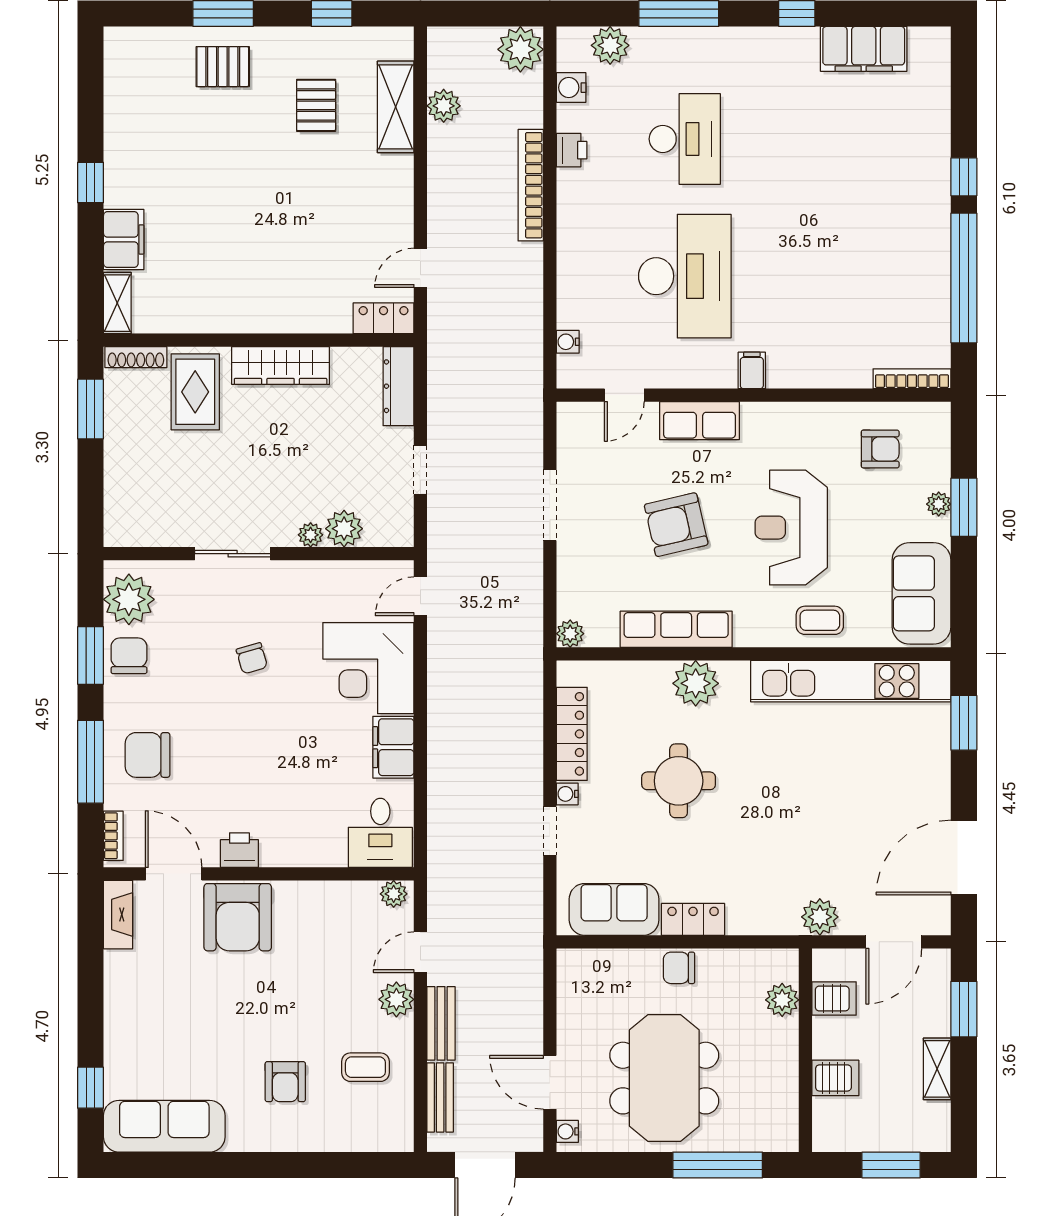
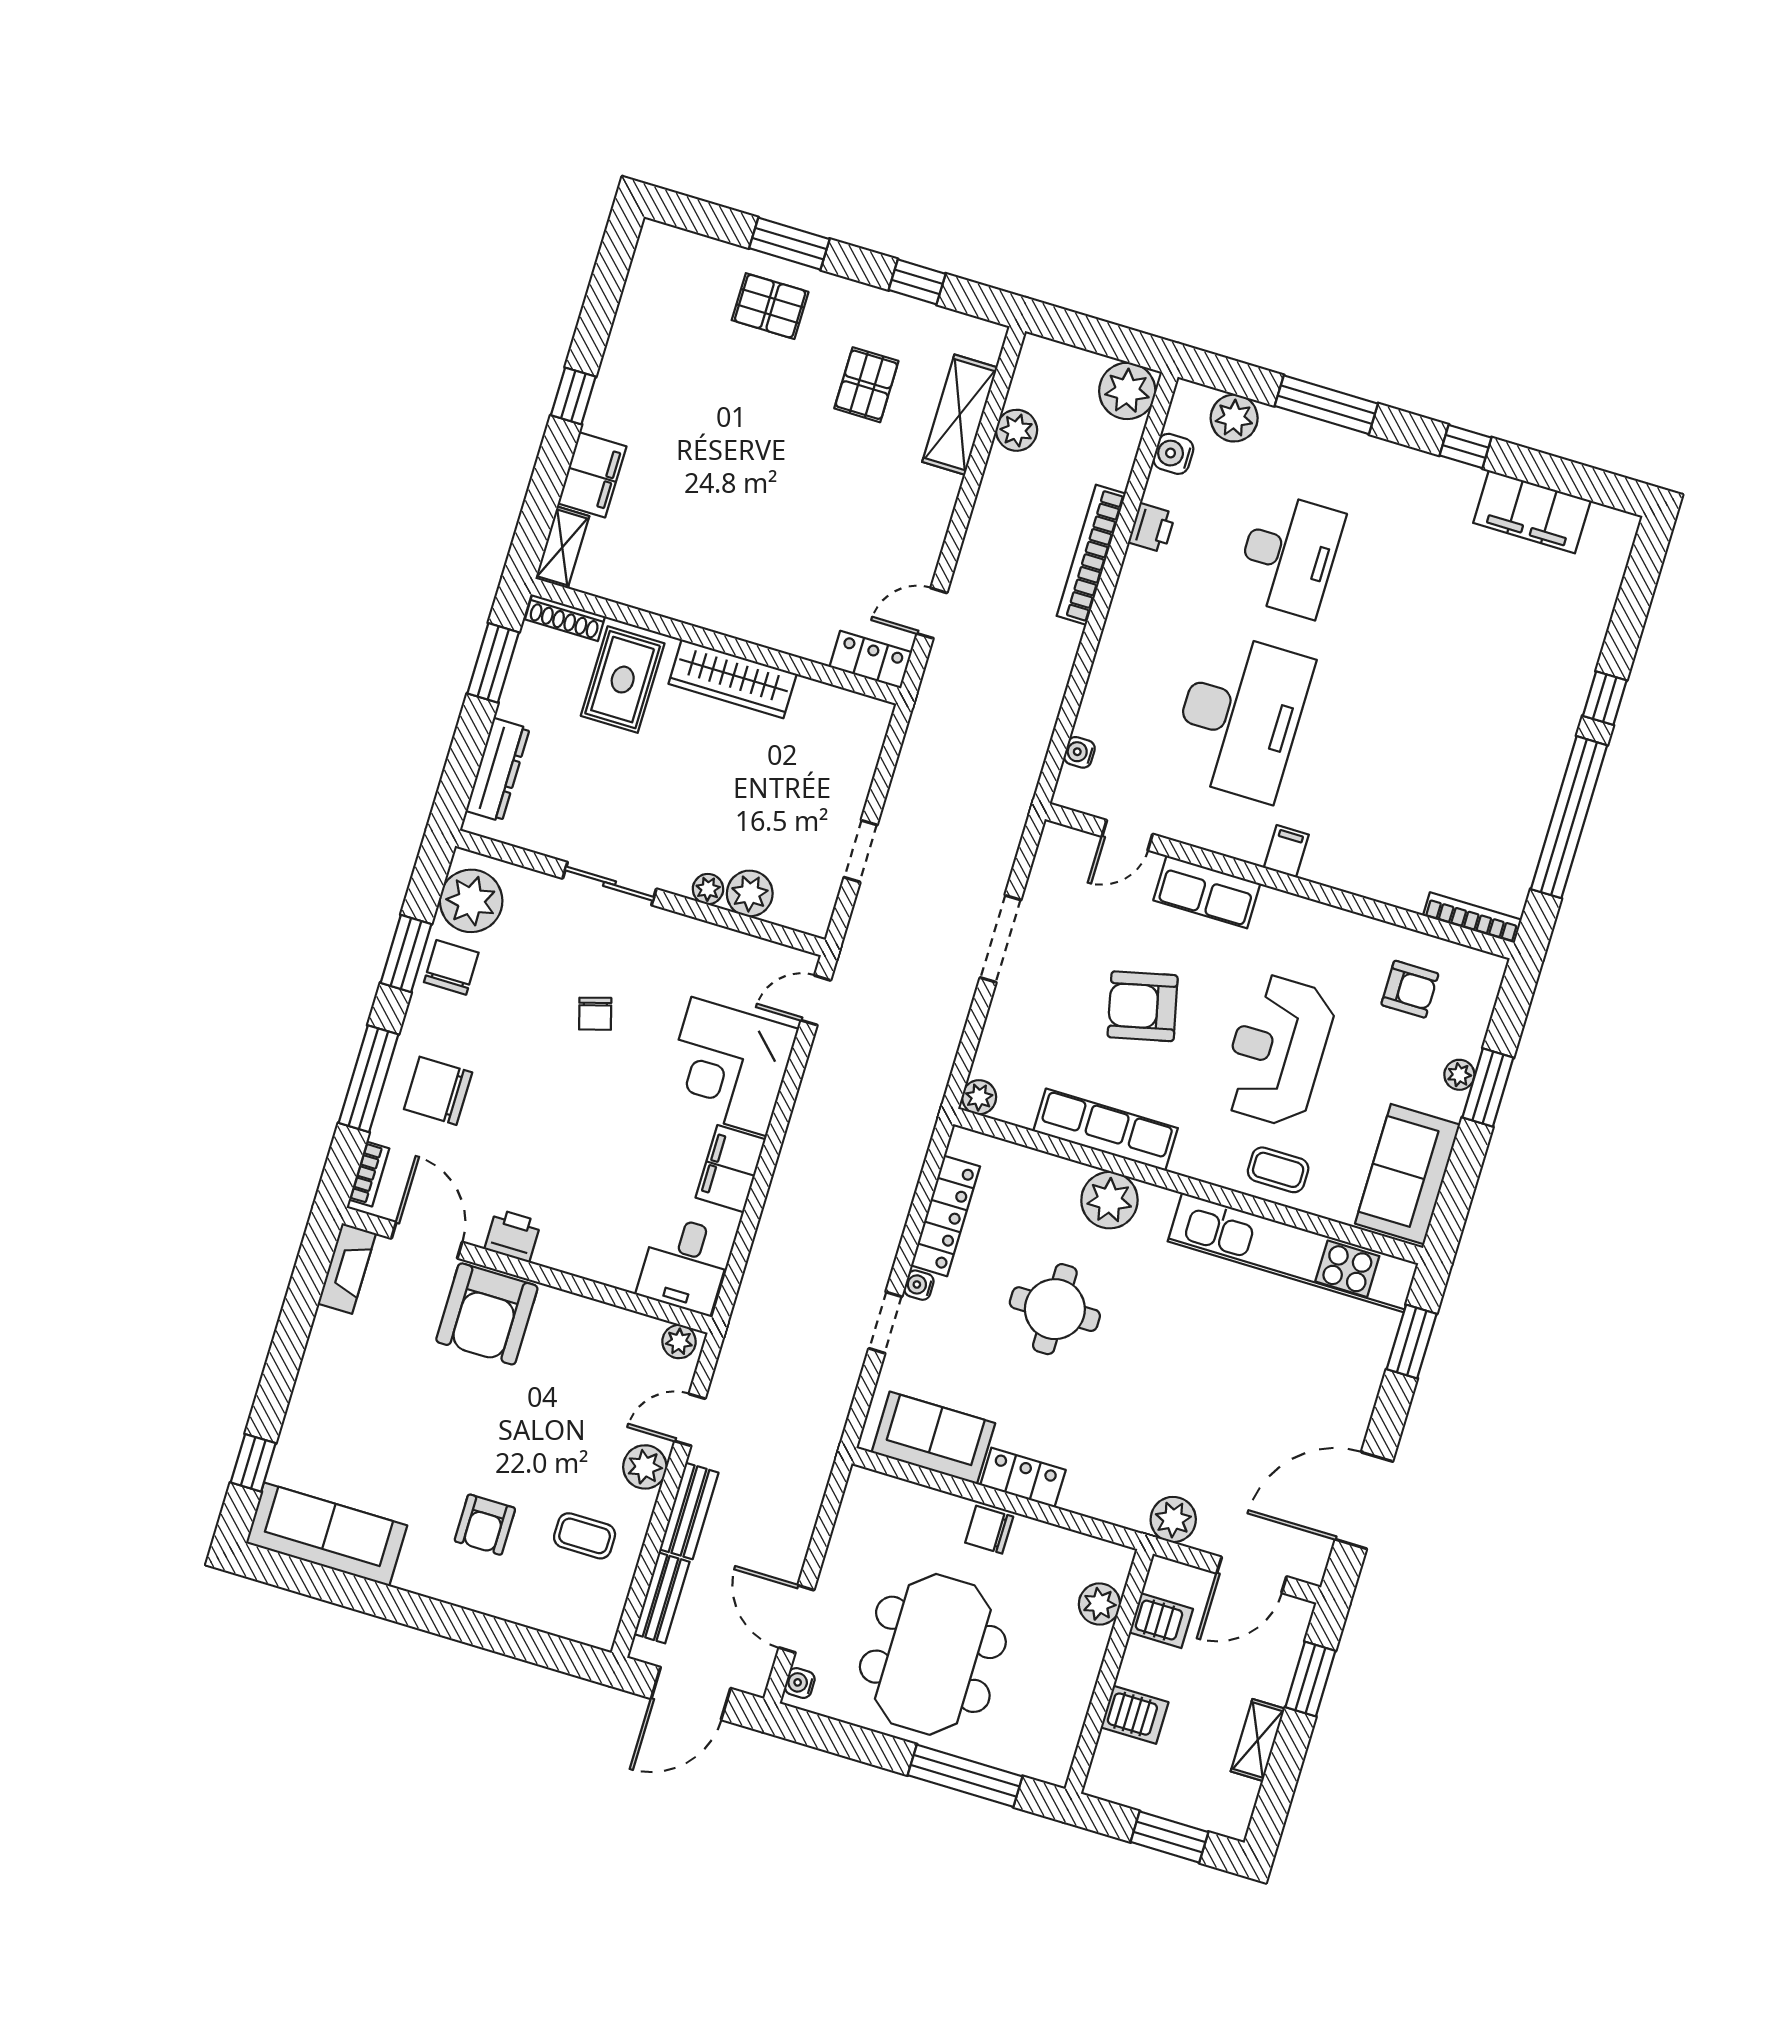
dresser: (399, 386) -> (498, 770), moved, turned 180

